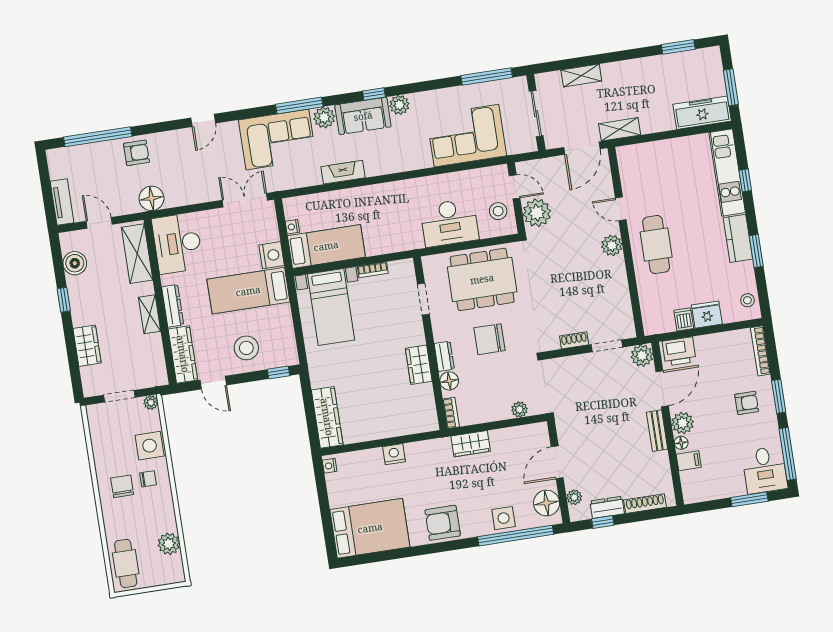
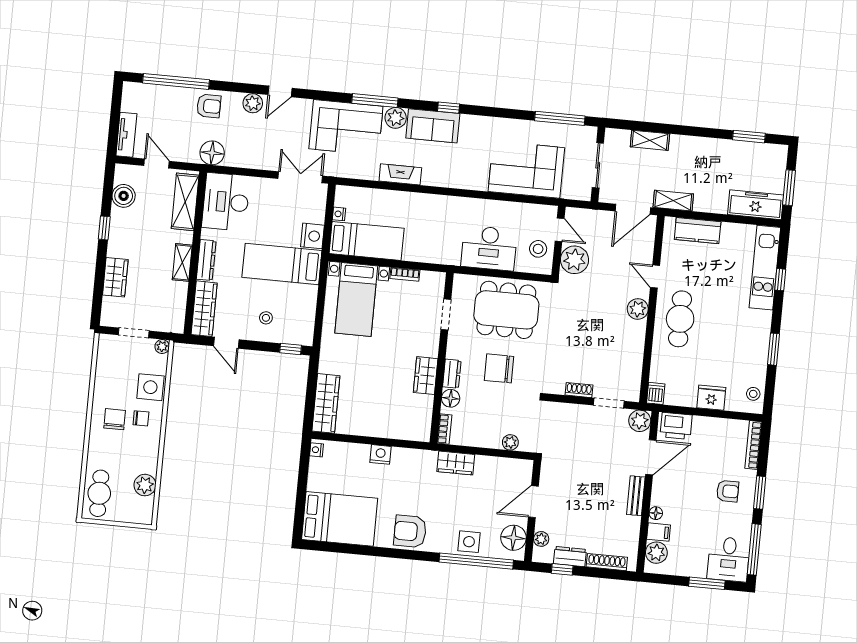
plant: (399, 105) -> (253, 103), moved
kitchen counter: (738, 238) -> (698, 231), moved, turned -90
dishwasher: (684, 319) -> (656, 393), moved
stool: (246, 348) -> (266, 318), width x0.53, depth x0.53
plant: (683, 423) -> (656, 553), moved

